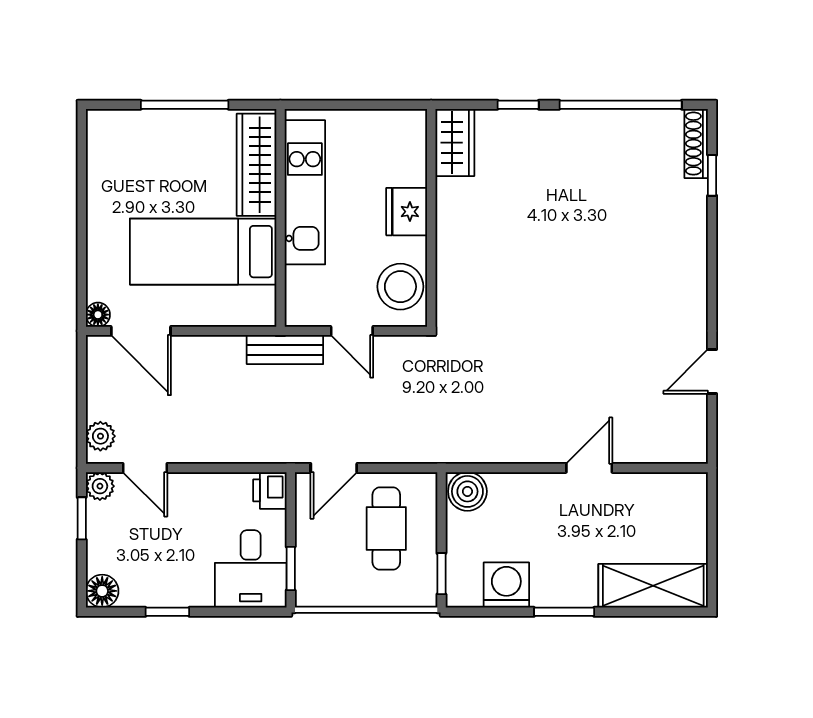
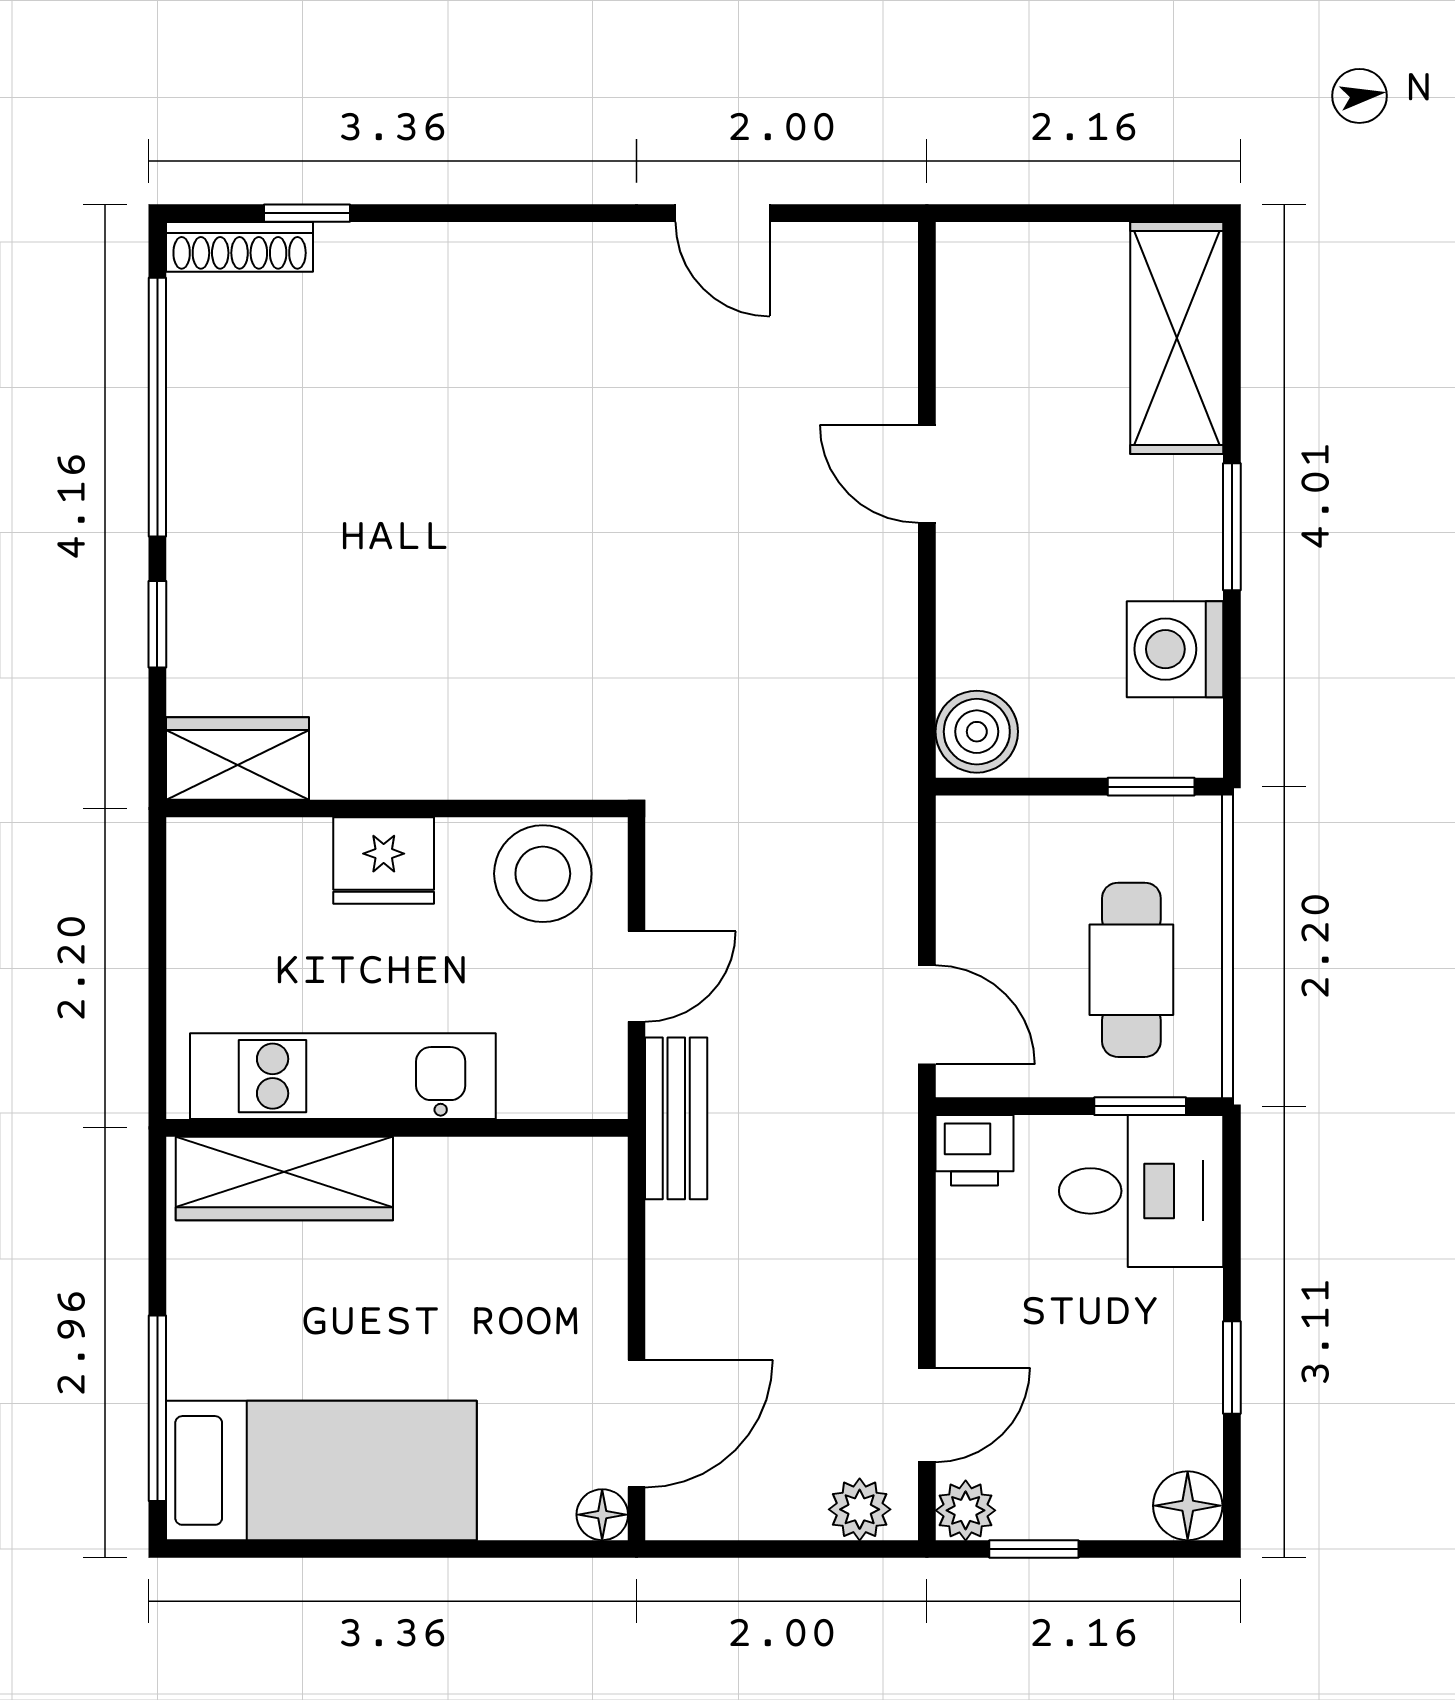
window: (185, 105) -> (157, 1408), moved
bed: (203, 252) -> (321, 1470), moved, turned -90
cafe table: (386, 528) -> (1131, 970), moved, turned 90

